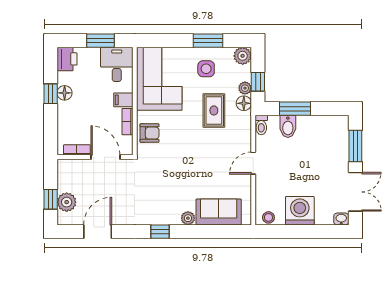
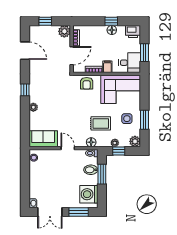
floor lamp: (244, 103) -> (91, 142), moved
plant: (67, 202) -> (64, 31), moved
washing machine: (300, 211) -> (89, 194), moved, turned 180
sofa: (219, 212) -> (43, 139), moved, turned -90

